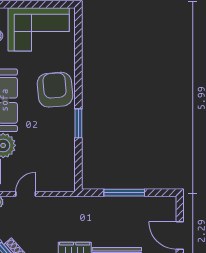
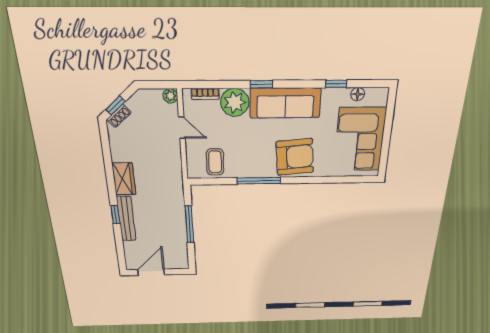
window: (78, 123) -> (259, 181), width x1.44
coffee table: (59, 165) -> (215, 162), added

